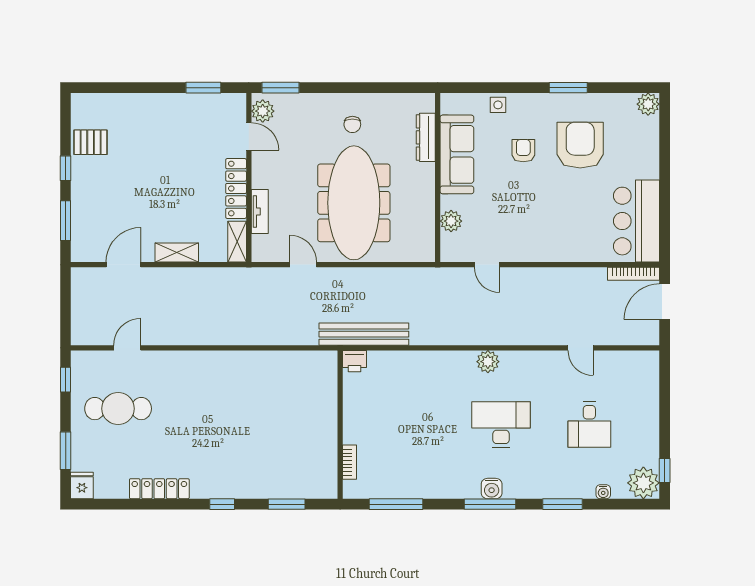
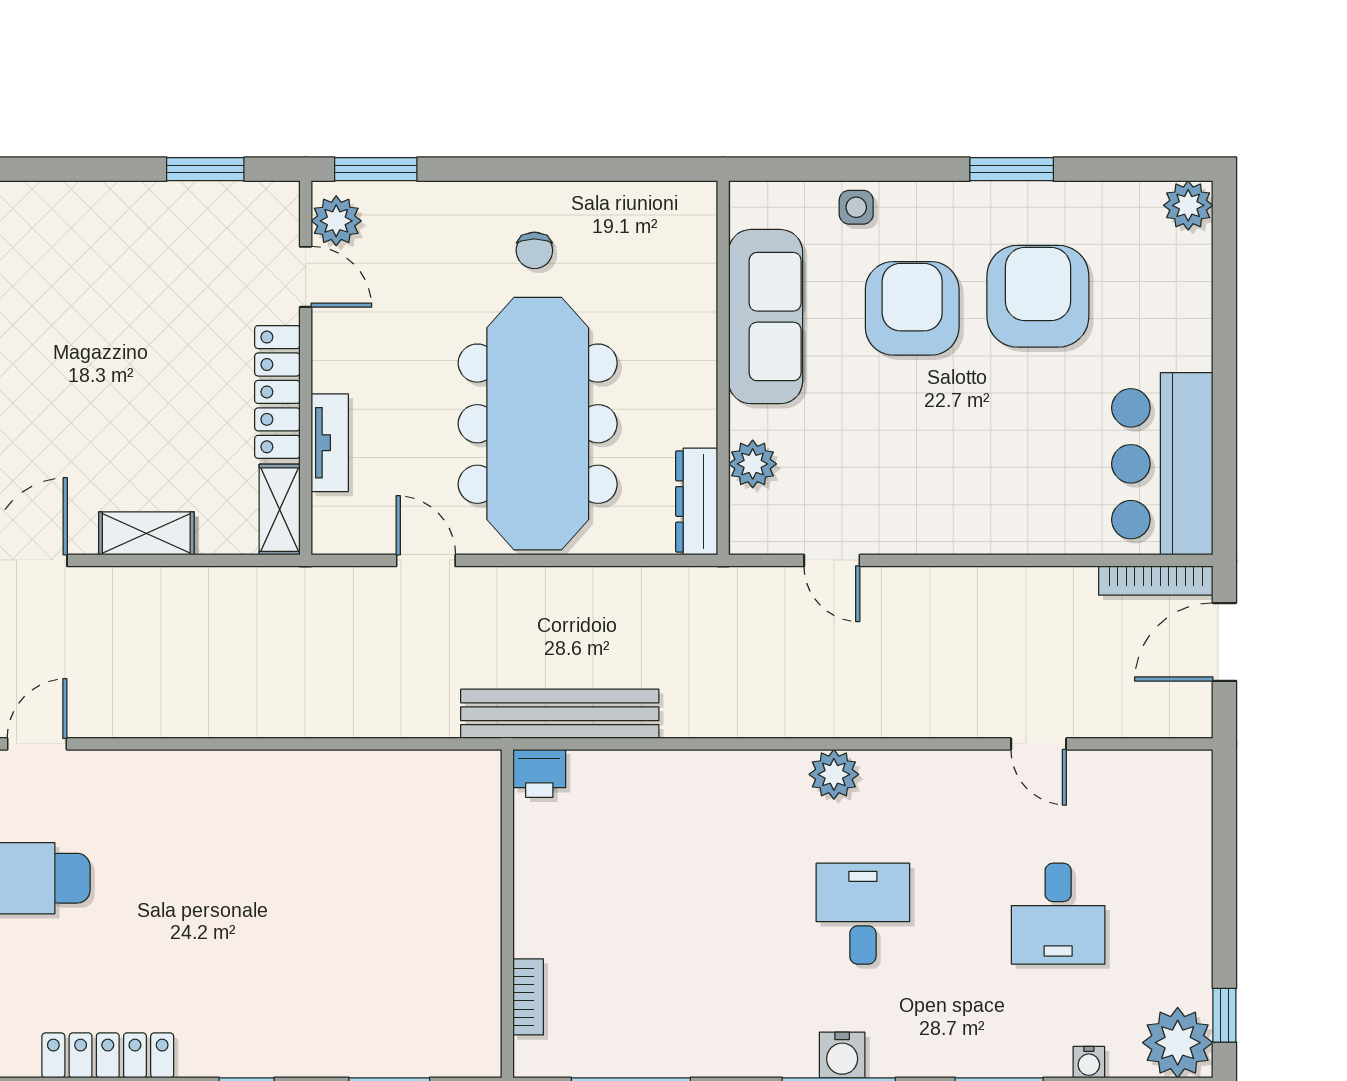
dresser: (426, 137) -> (697, 501), moved
armchair: (523, 151) -> (912, 308), width x1.88, depth x1.88
desk: (501, 425) -> (863, 914), width x0.73

